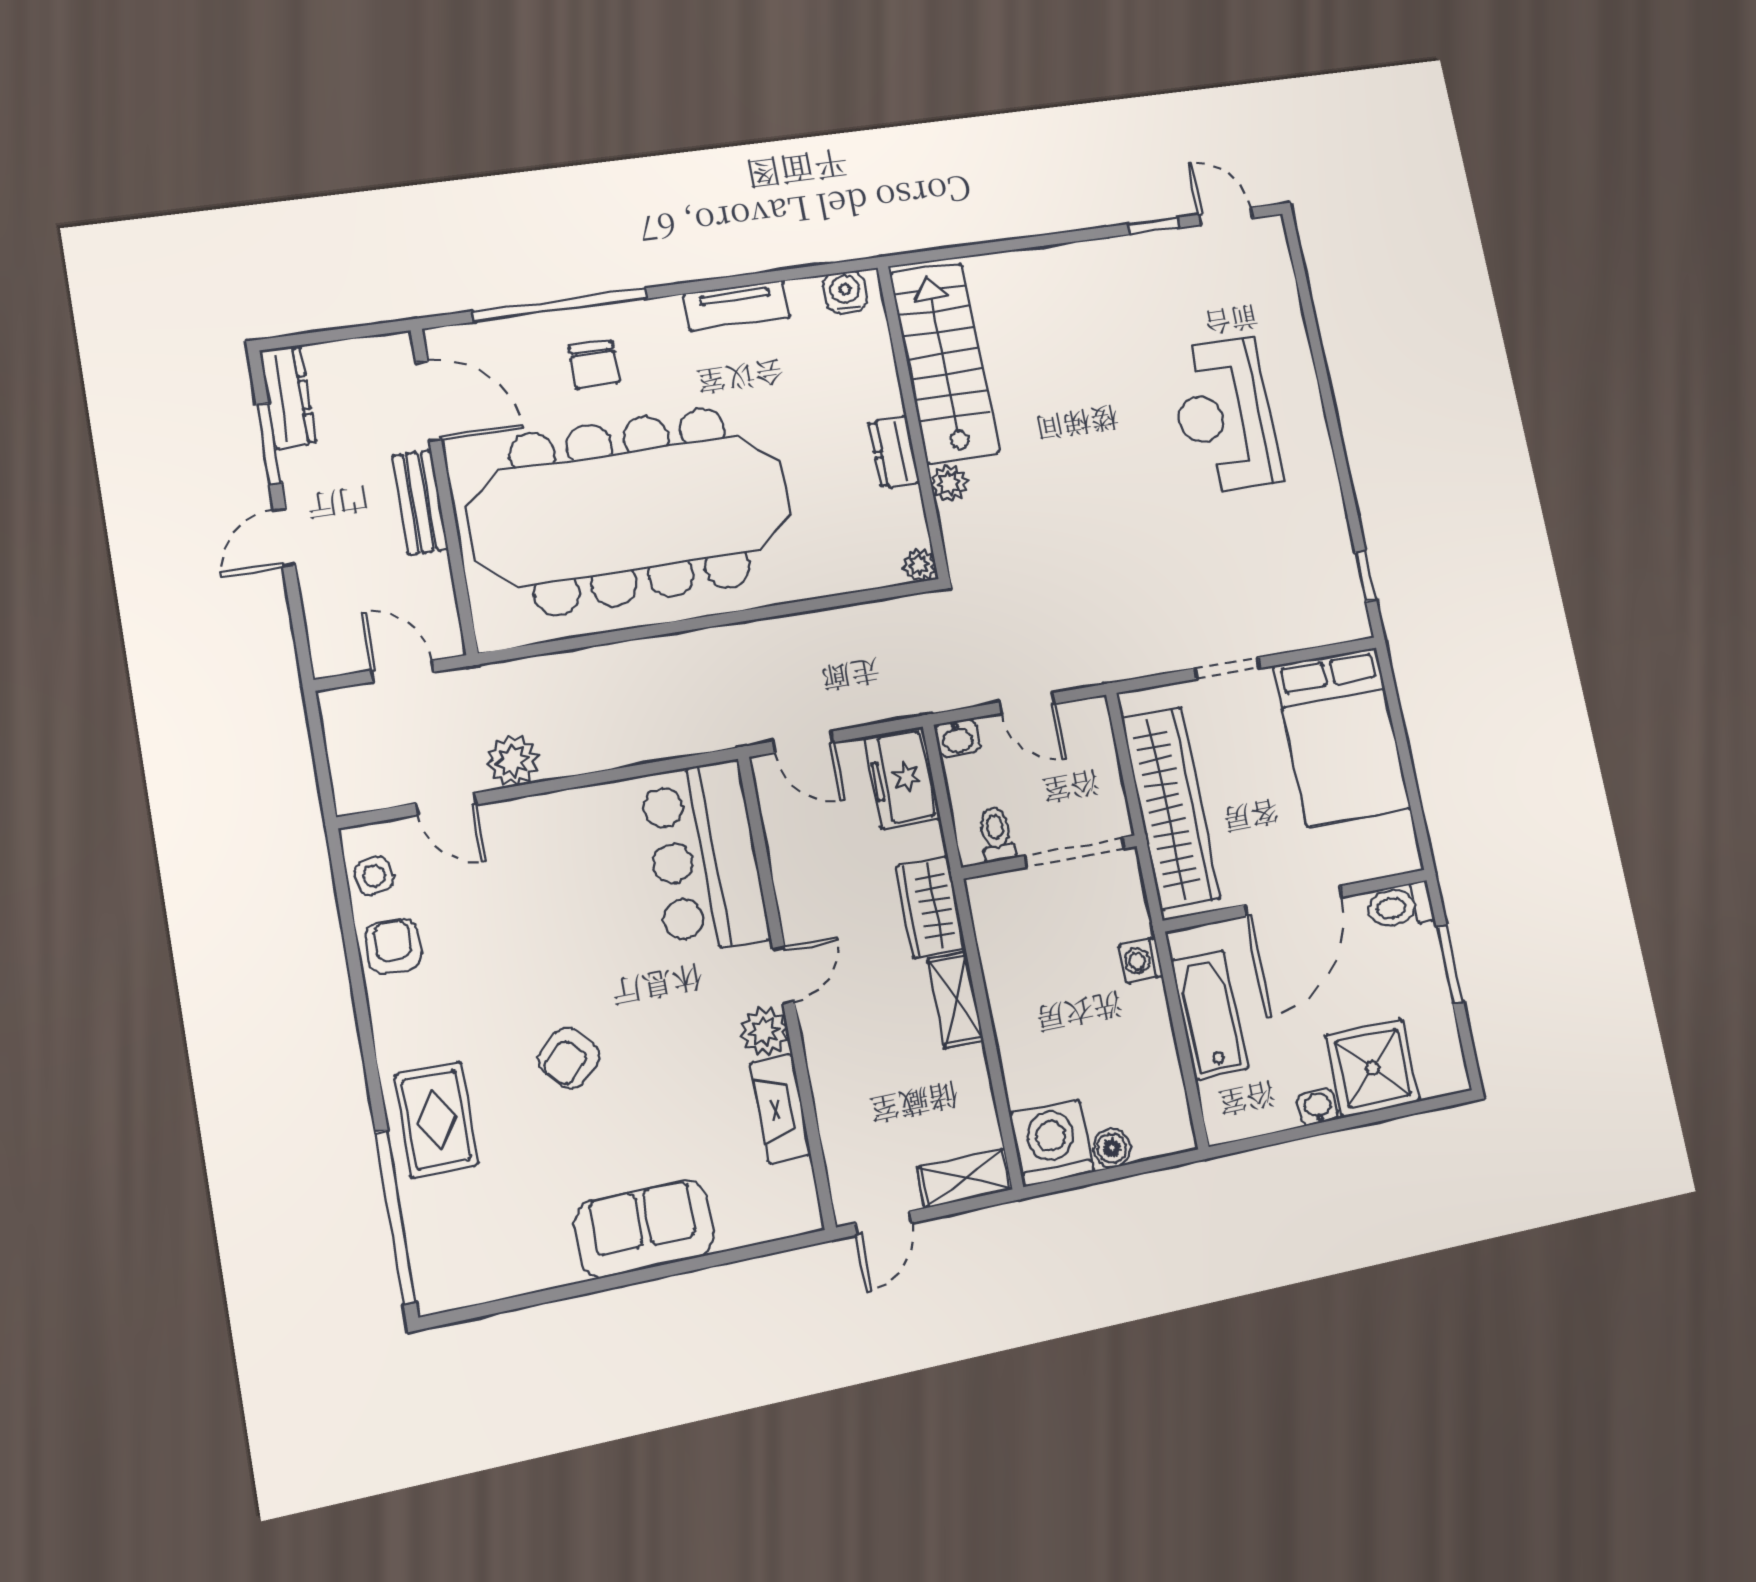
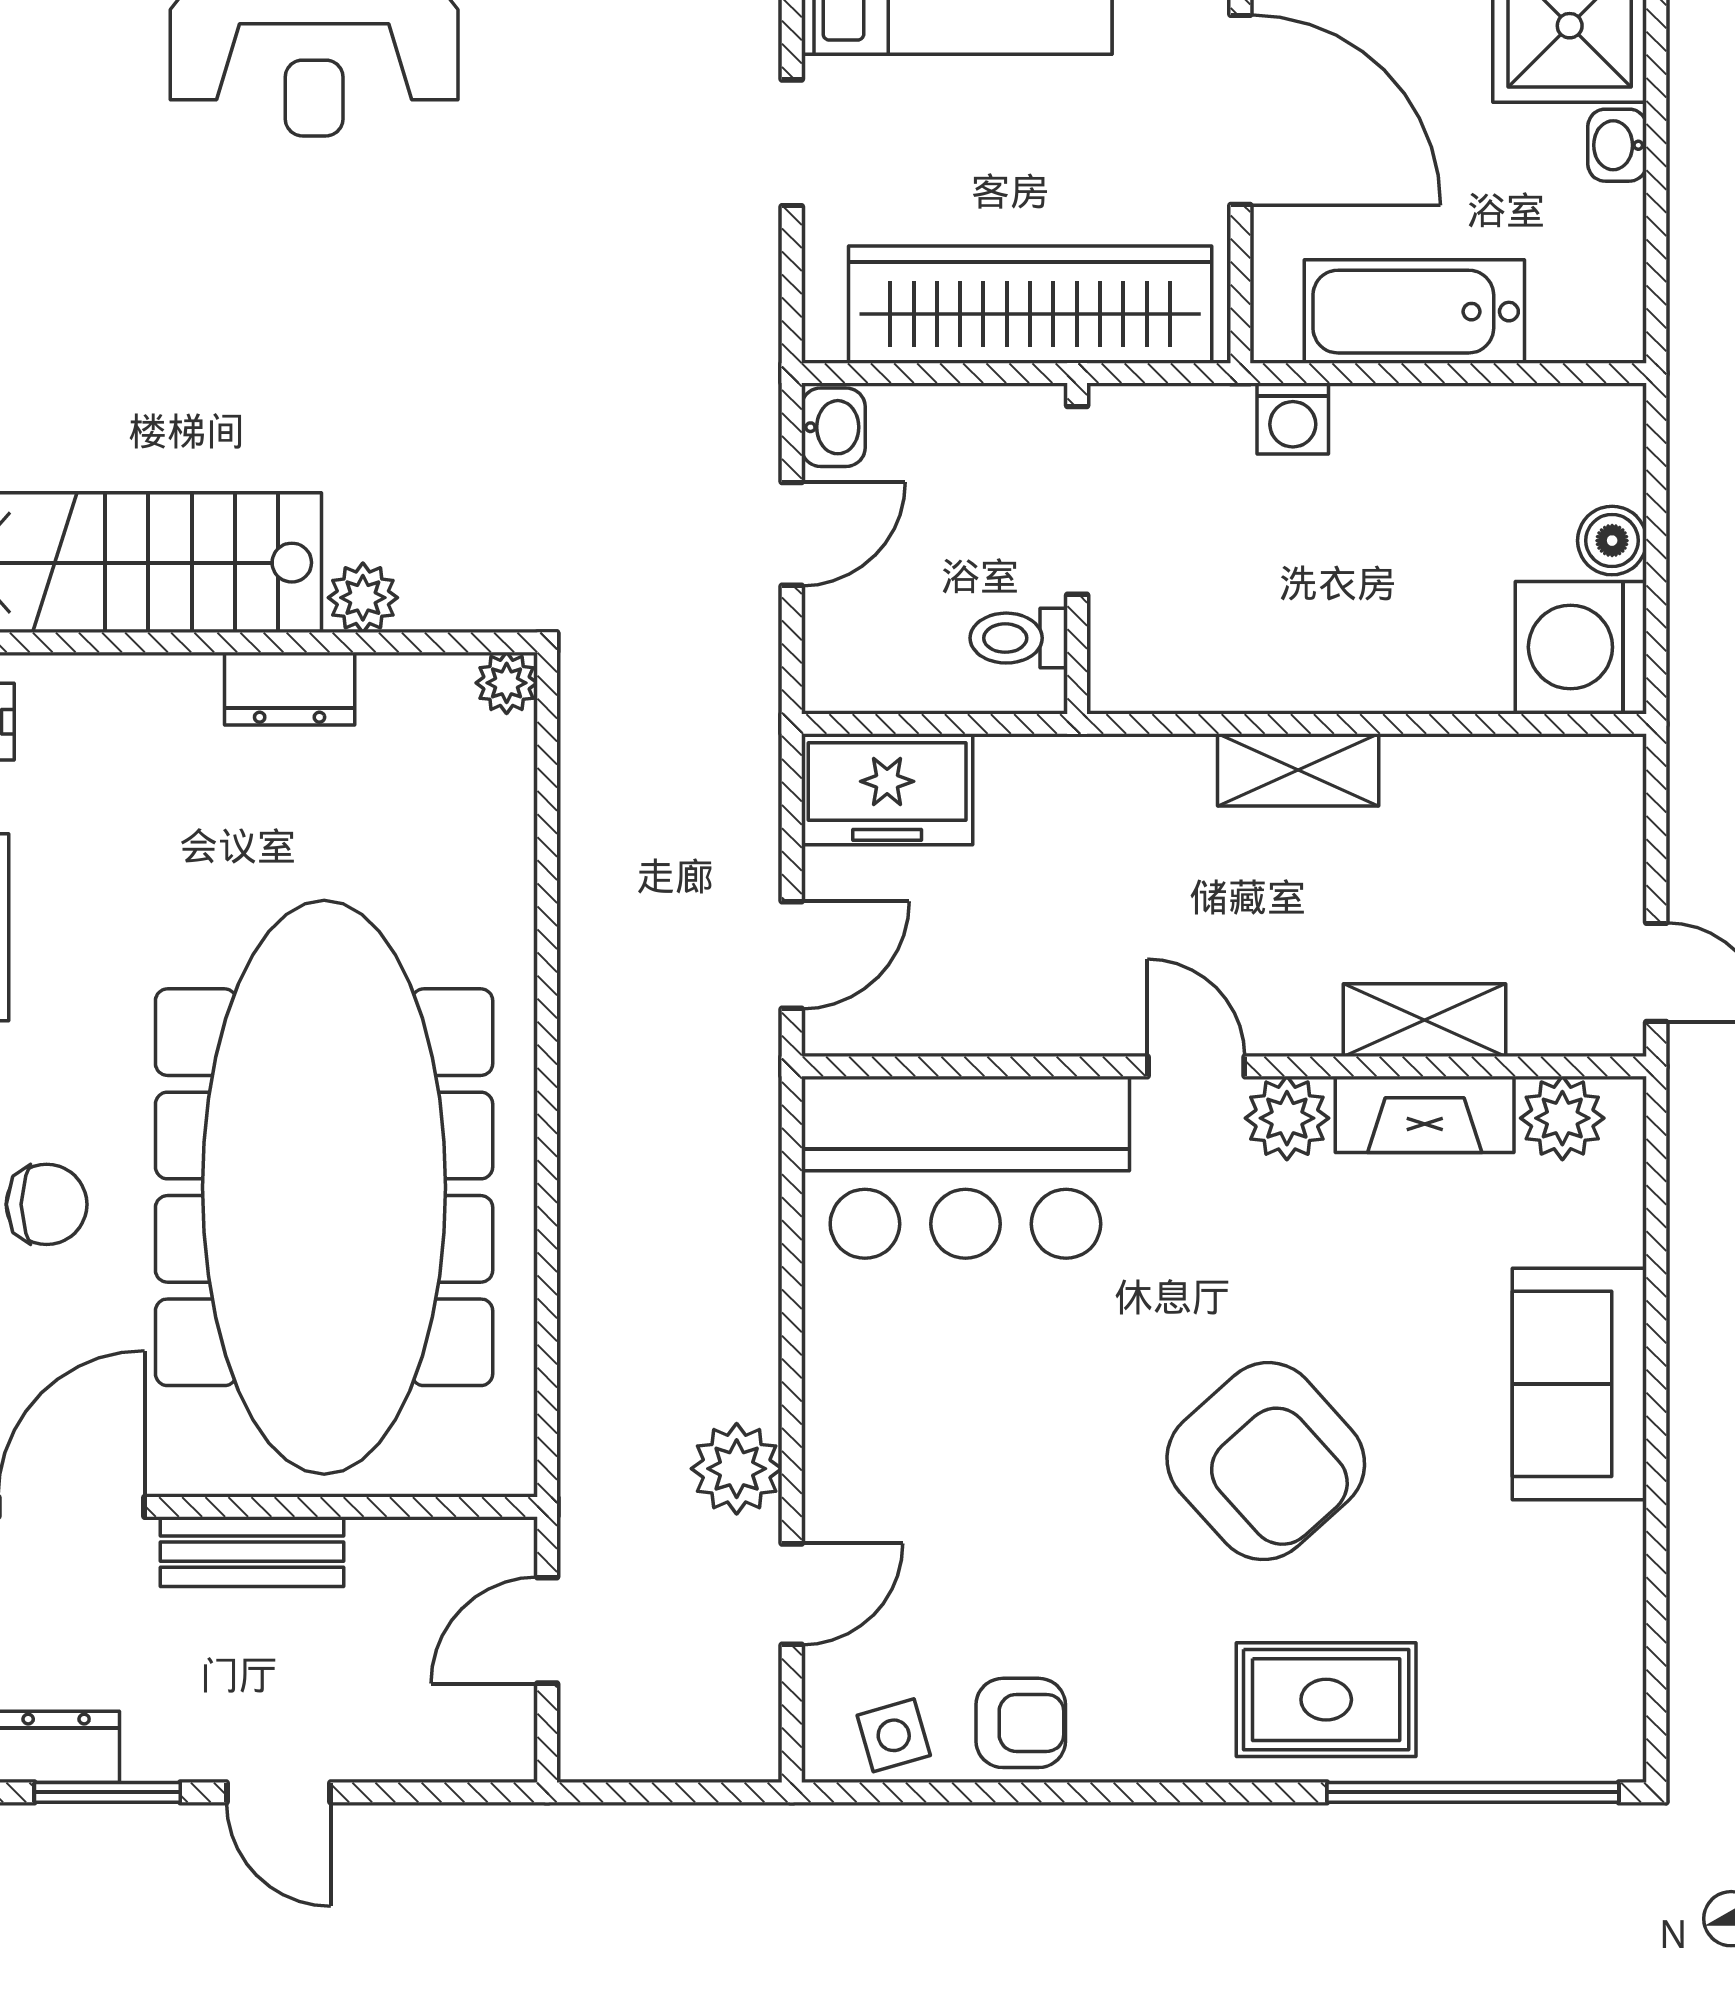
washbasin: (957, 738) -> (833, 427), moved
wardrobe: (931, 907) -> (1126, 783), removed
armchair: (393, 947) -> (1021, 1723), turned 180
armchair: (569, 1058) -> (1266, 1461), width x1.88, depth x1.88
shelving: (965, 1178) -> (1424, 1020), moved, turned 90
plant: (793, 1187) -> (1562, 1118), added

